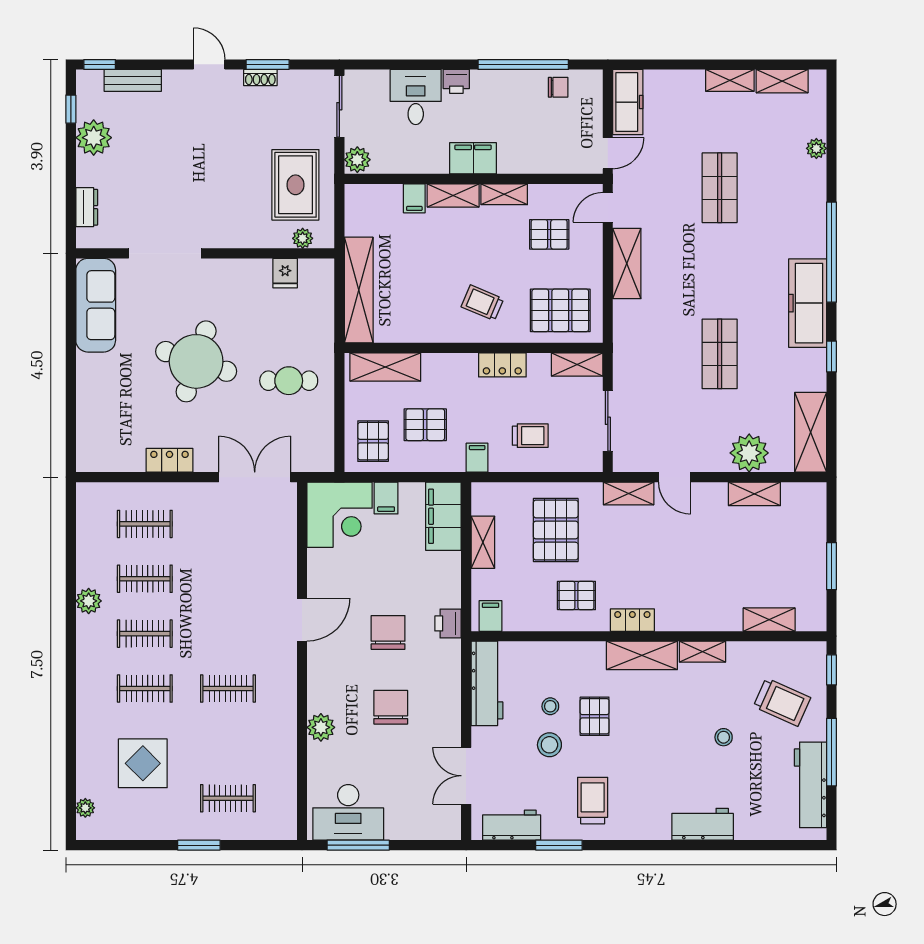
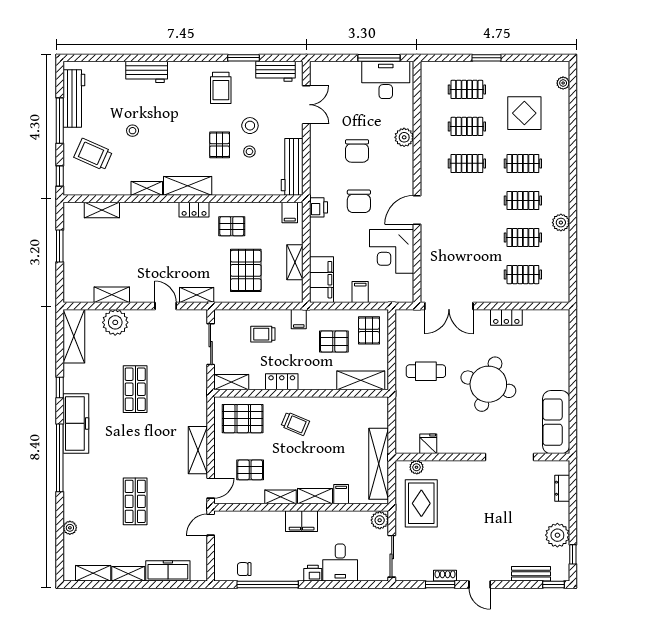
freezer: (628, 102) -> (168, 571), moved, turned 90
shelving: (359, 290) -> (379, 464), moved
corner desk: (340, 515) -> (392, 251), moved, turned -90
clothes rail: (228, 743) -> (467, 126), added

